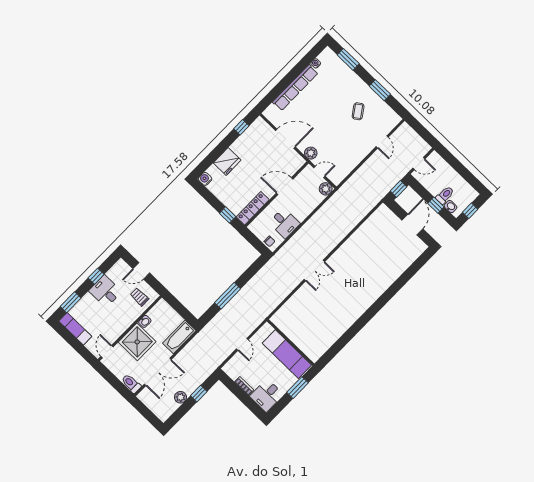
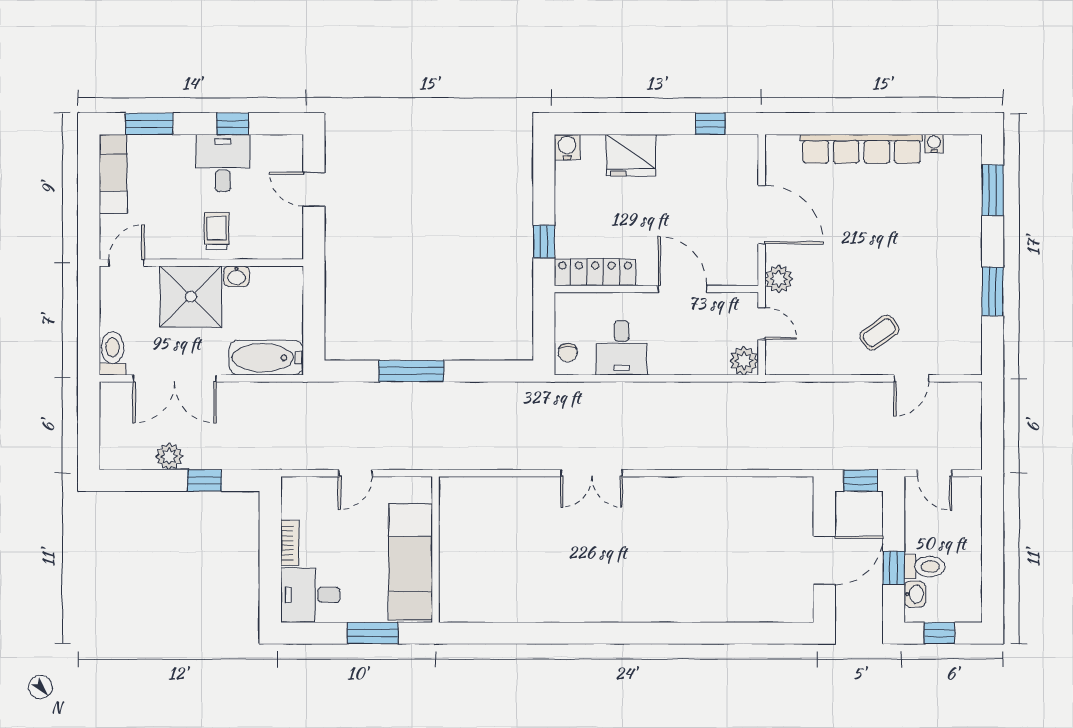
coffee table: (358, 111) -> (879, 333), moved
trolley: (140, 297) -> (217, 231), moved

